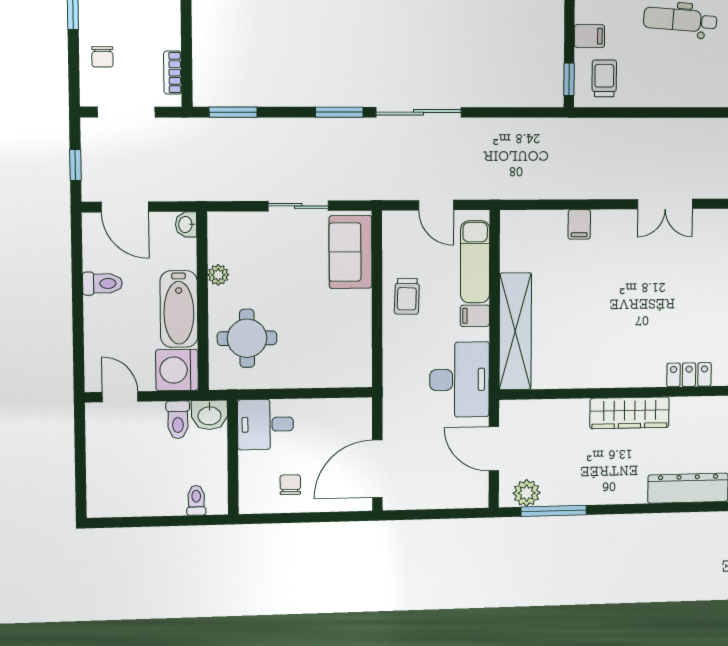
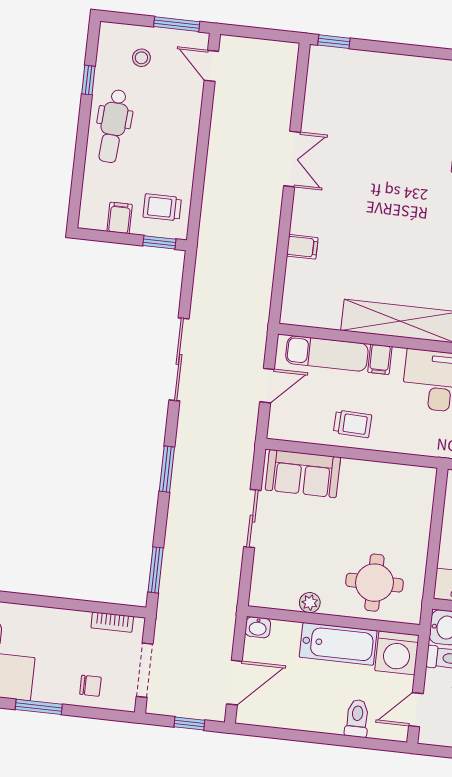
sliding door: (419, 112) -> (179, 359), moved
toilet: (102, 283) -> (357, 718), moved

